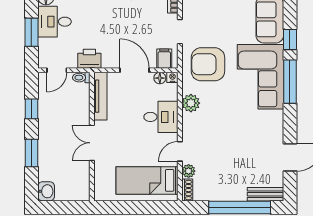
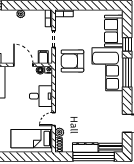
plant: (191, 103) -> (61, 87), removed
dresser: (227, 194) -> (85, 147), added

